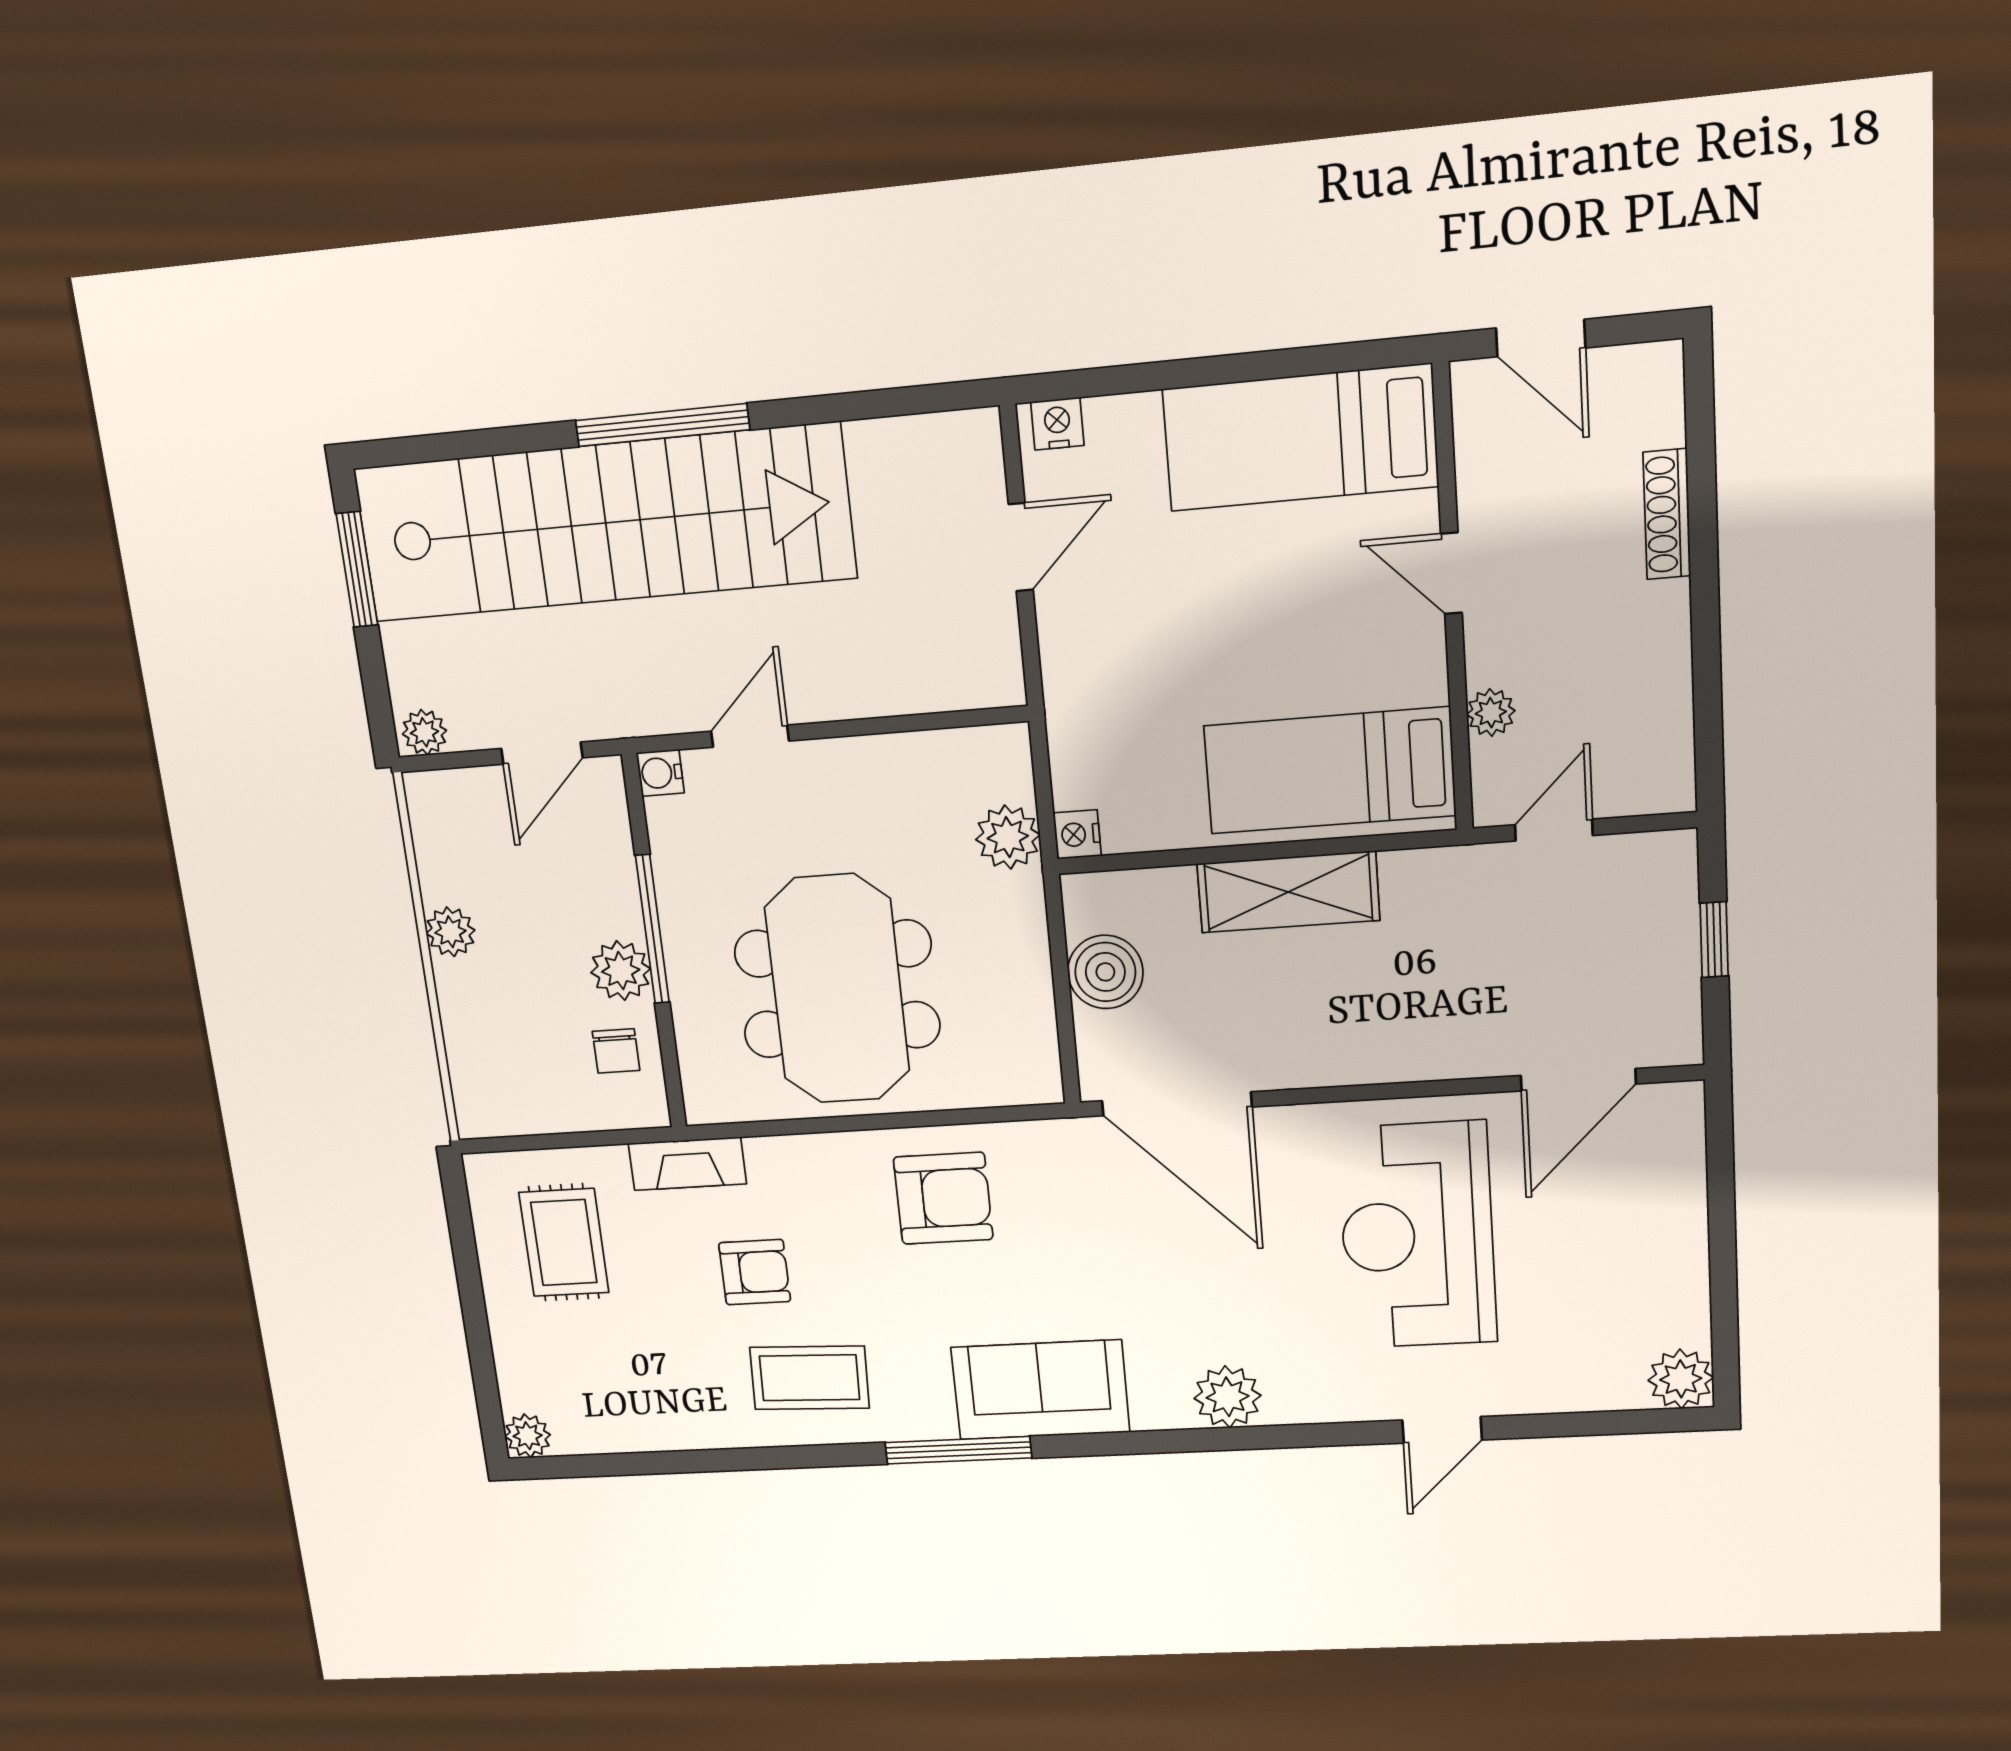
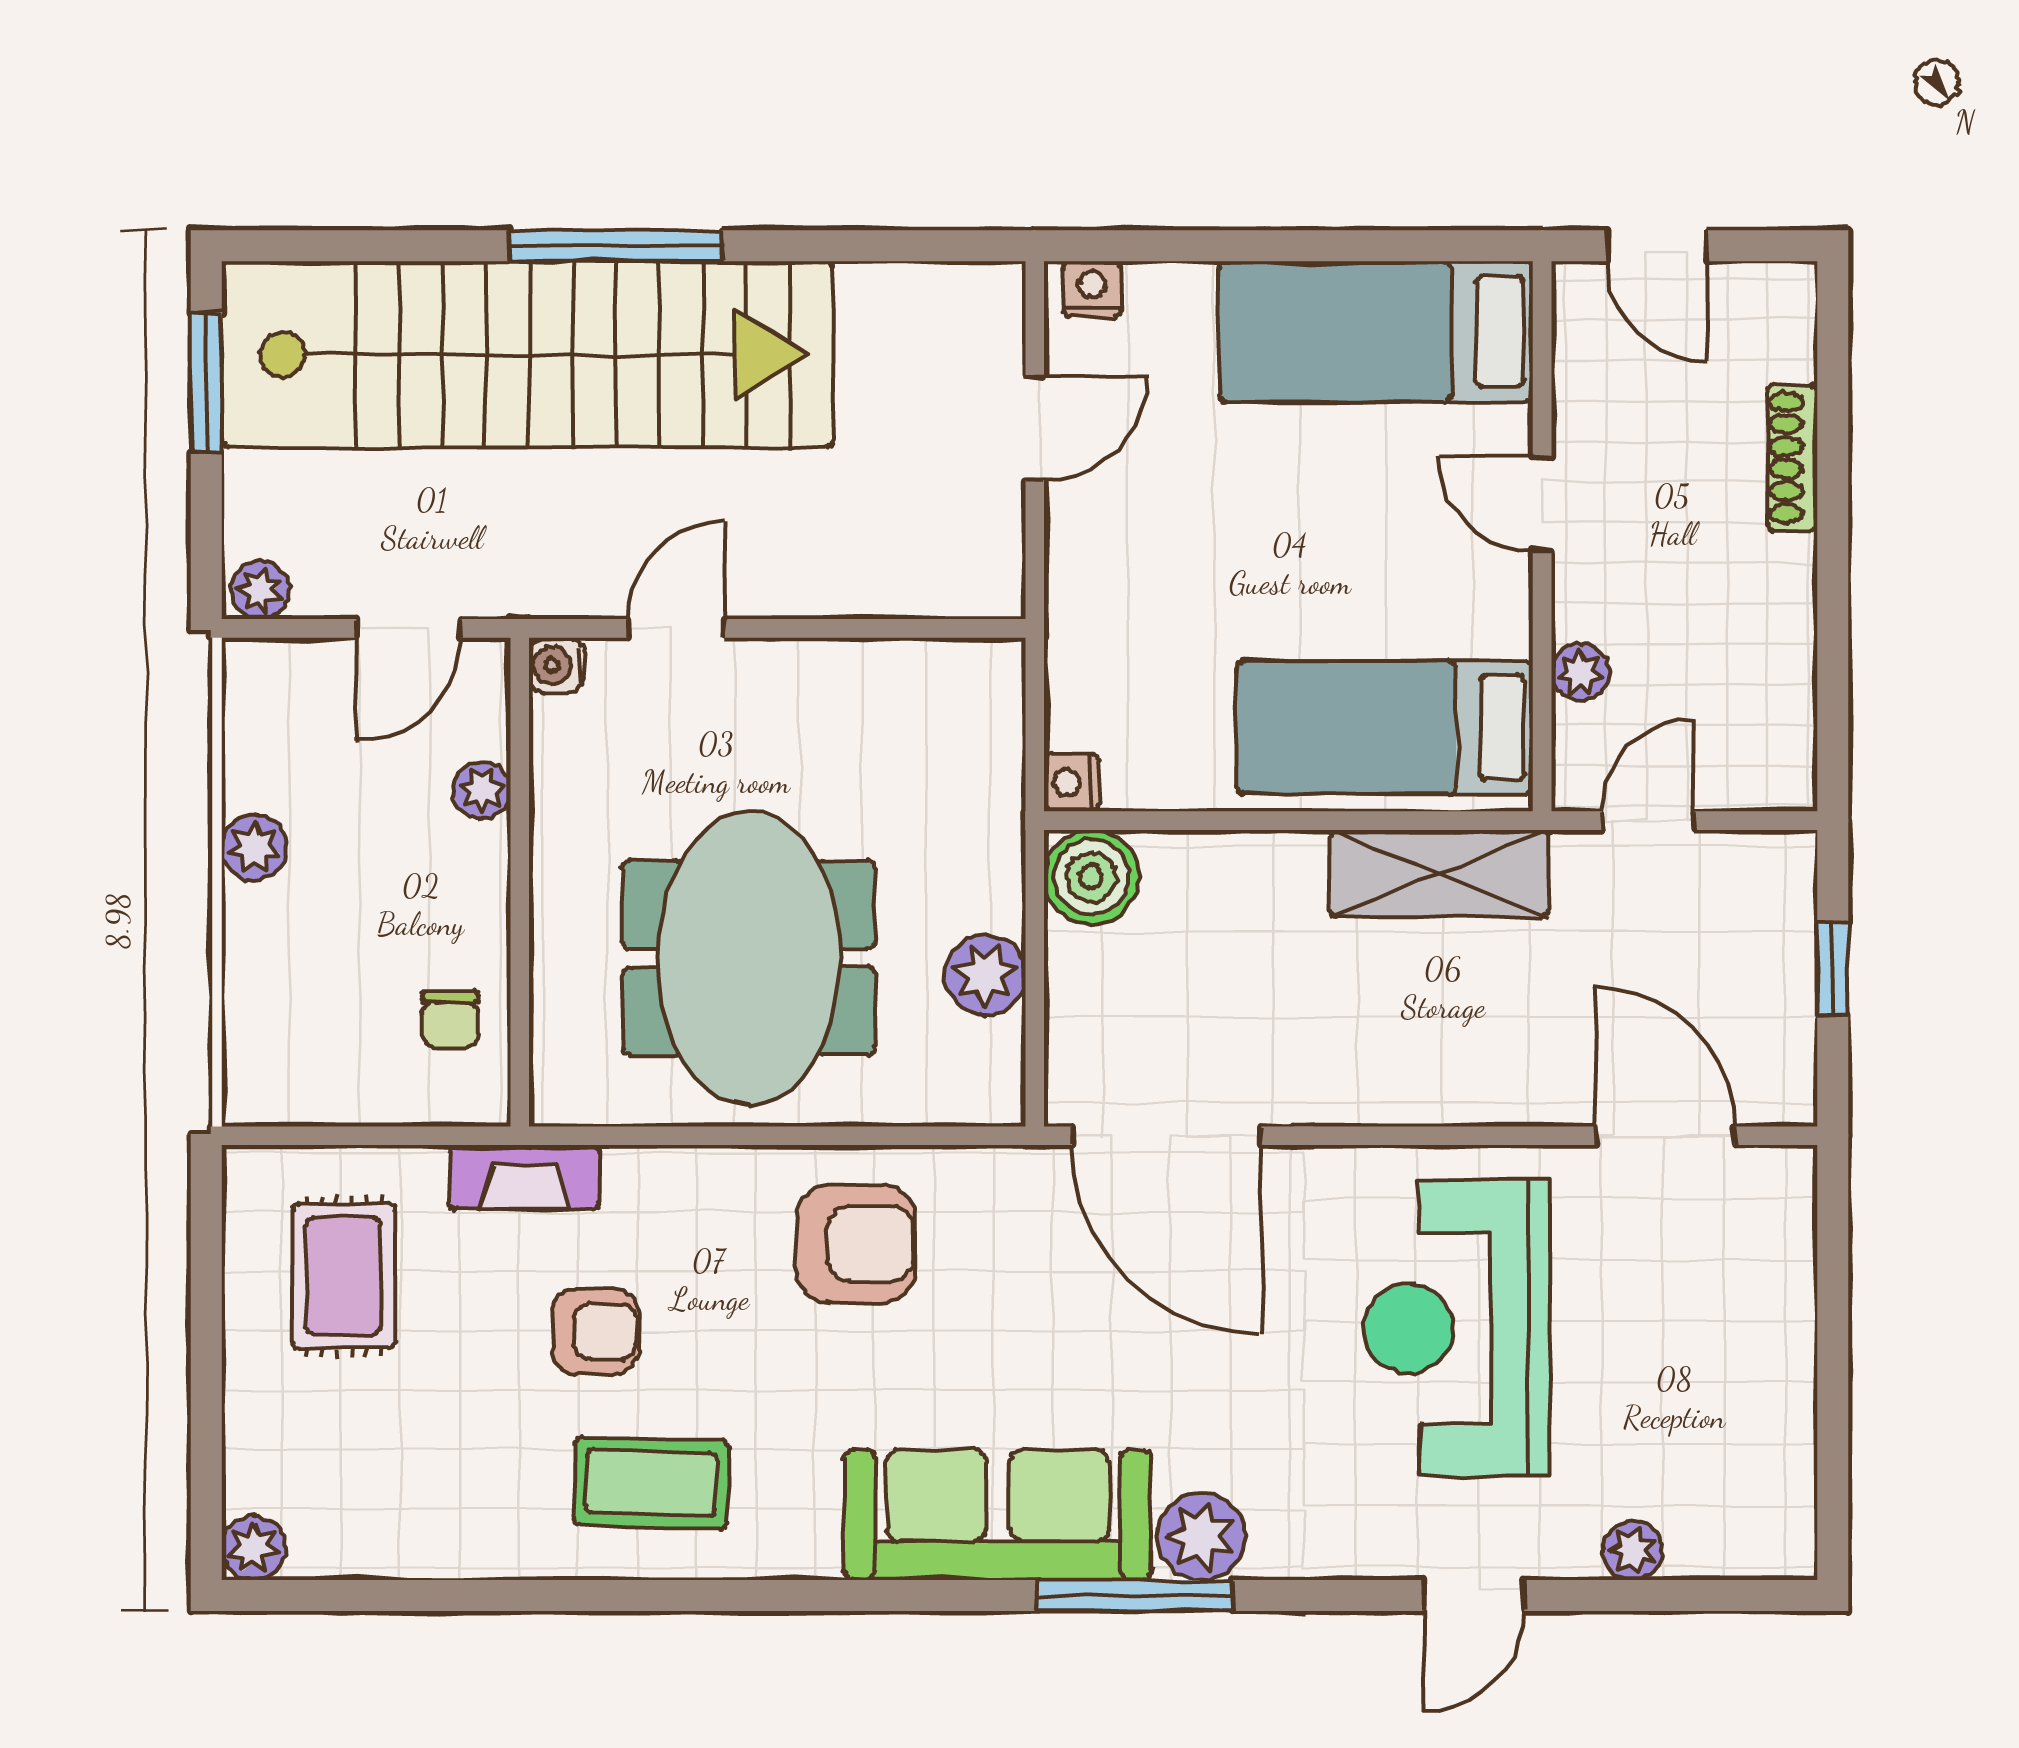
plant: (1008, 837) -> (985, 975), moved
shelving: (1288, 892) -> (1439, 873), moved
window: (652, 929) -> (520, 863), removed
plant: (621, 971) -> (482, 790), moved, width x0.73, depth x0.73
boiler: (1105, 972) -> (1091, 877), moved
door: (1578, 1080) -> (1665, 1136), swing flipped
plant: (1681, 1379) -> (1633, 1550), moved, width x0.73, depth x0.73
sofa: (1040, 1390) -> (998, 1515), width x1.36
window: (958, 1450) -> (1135, 1595), moved

